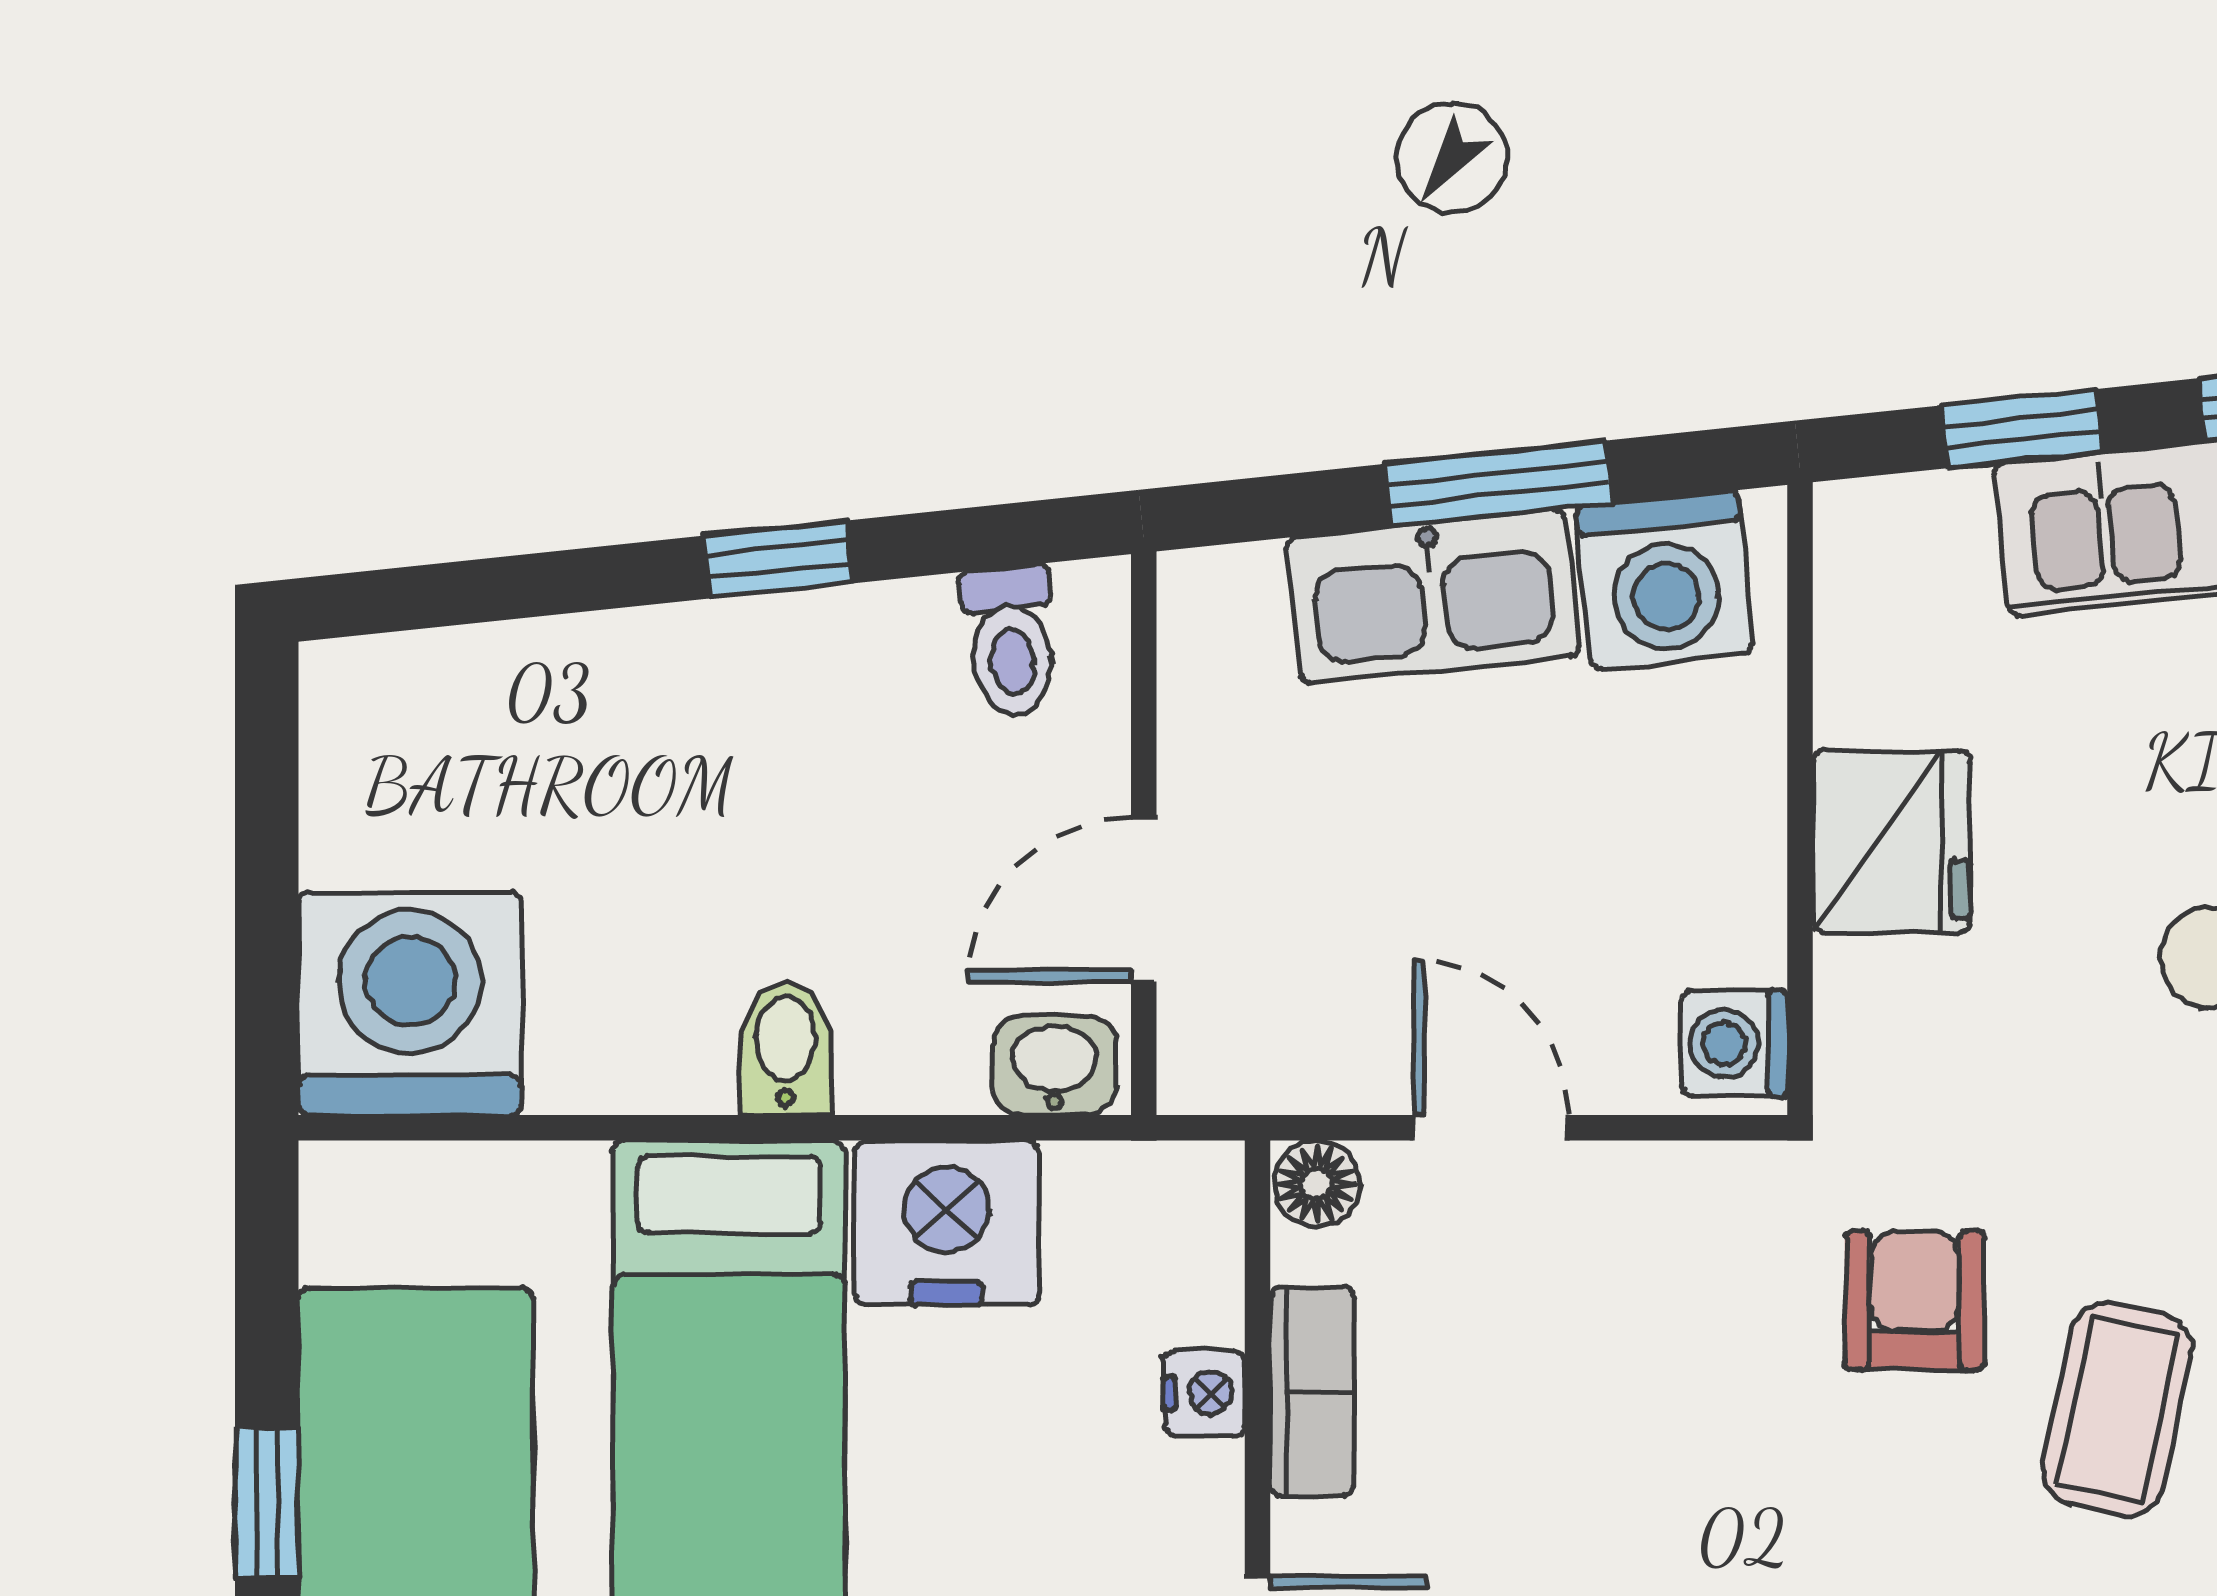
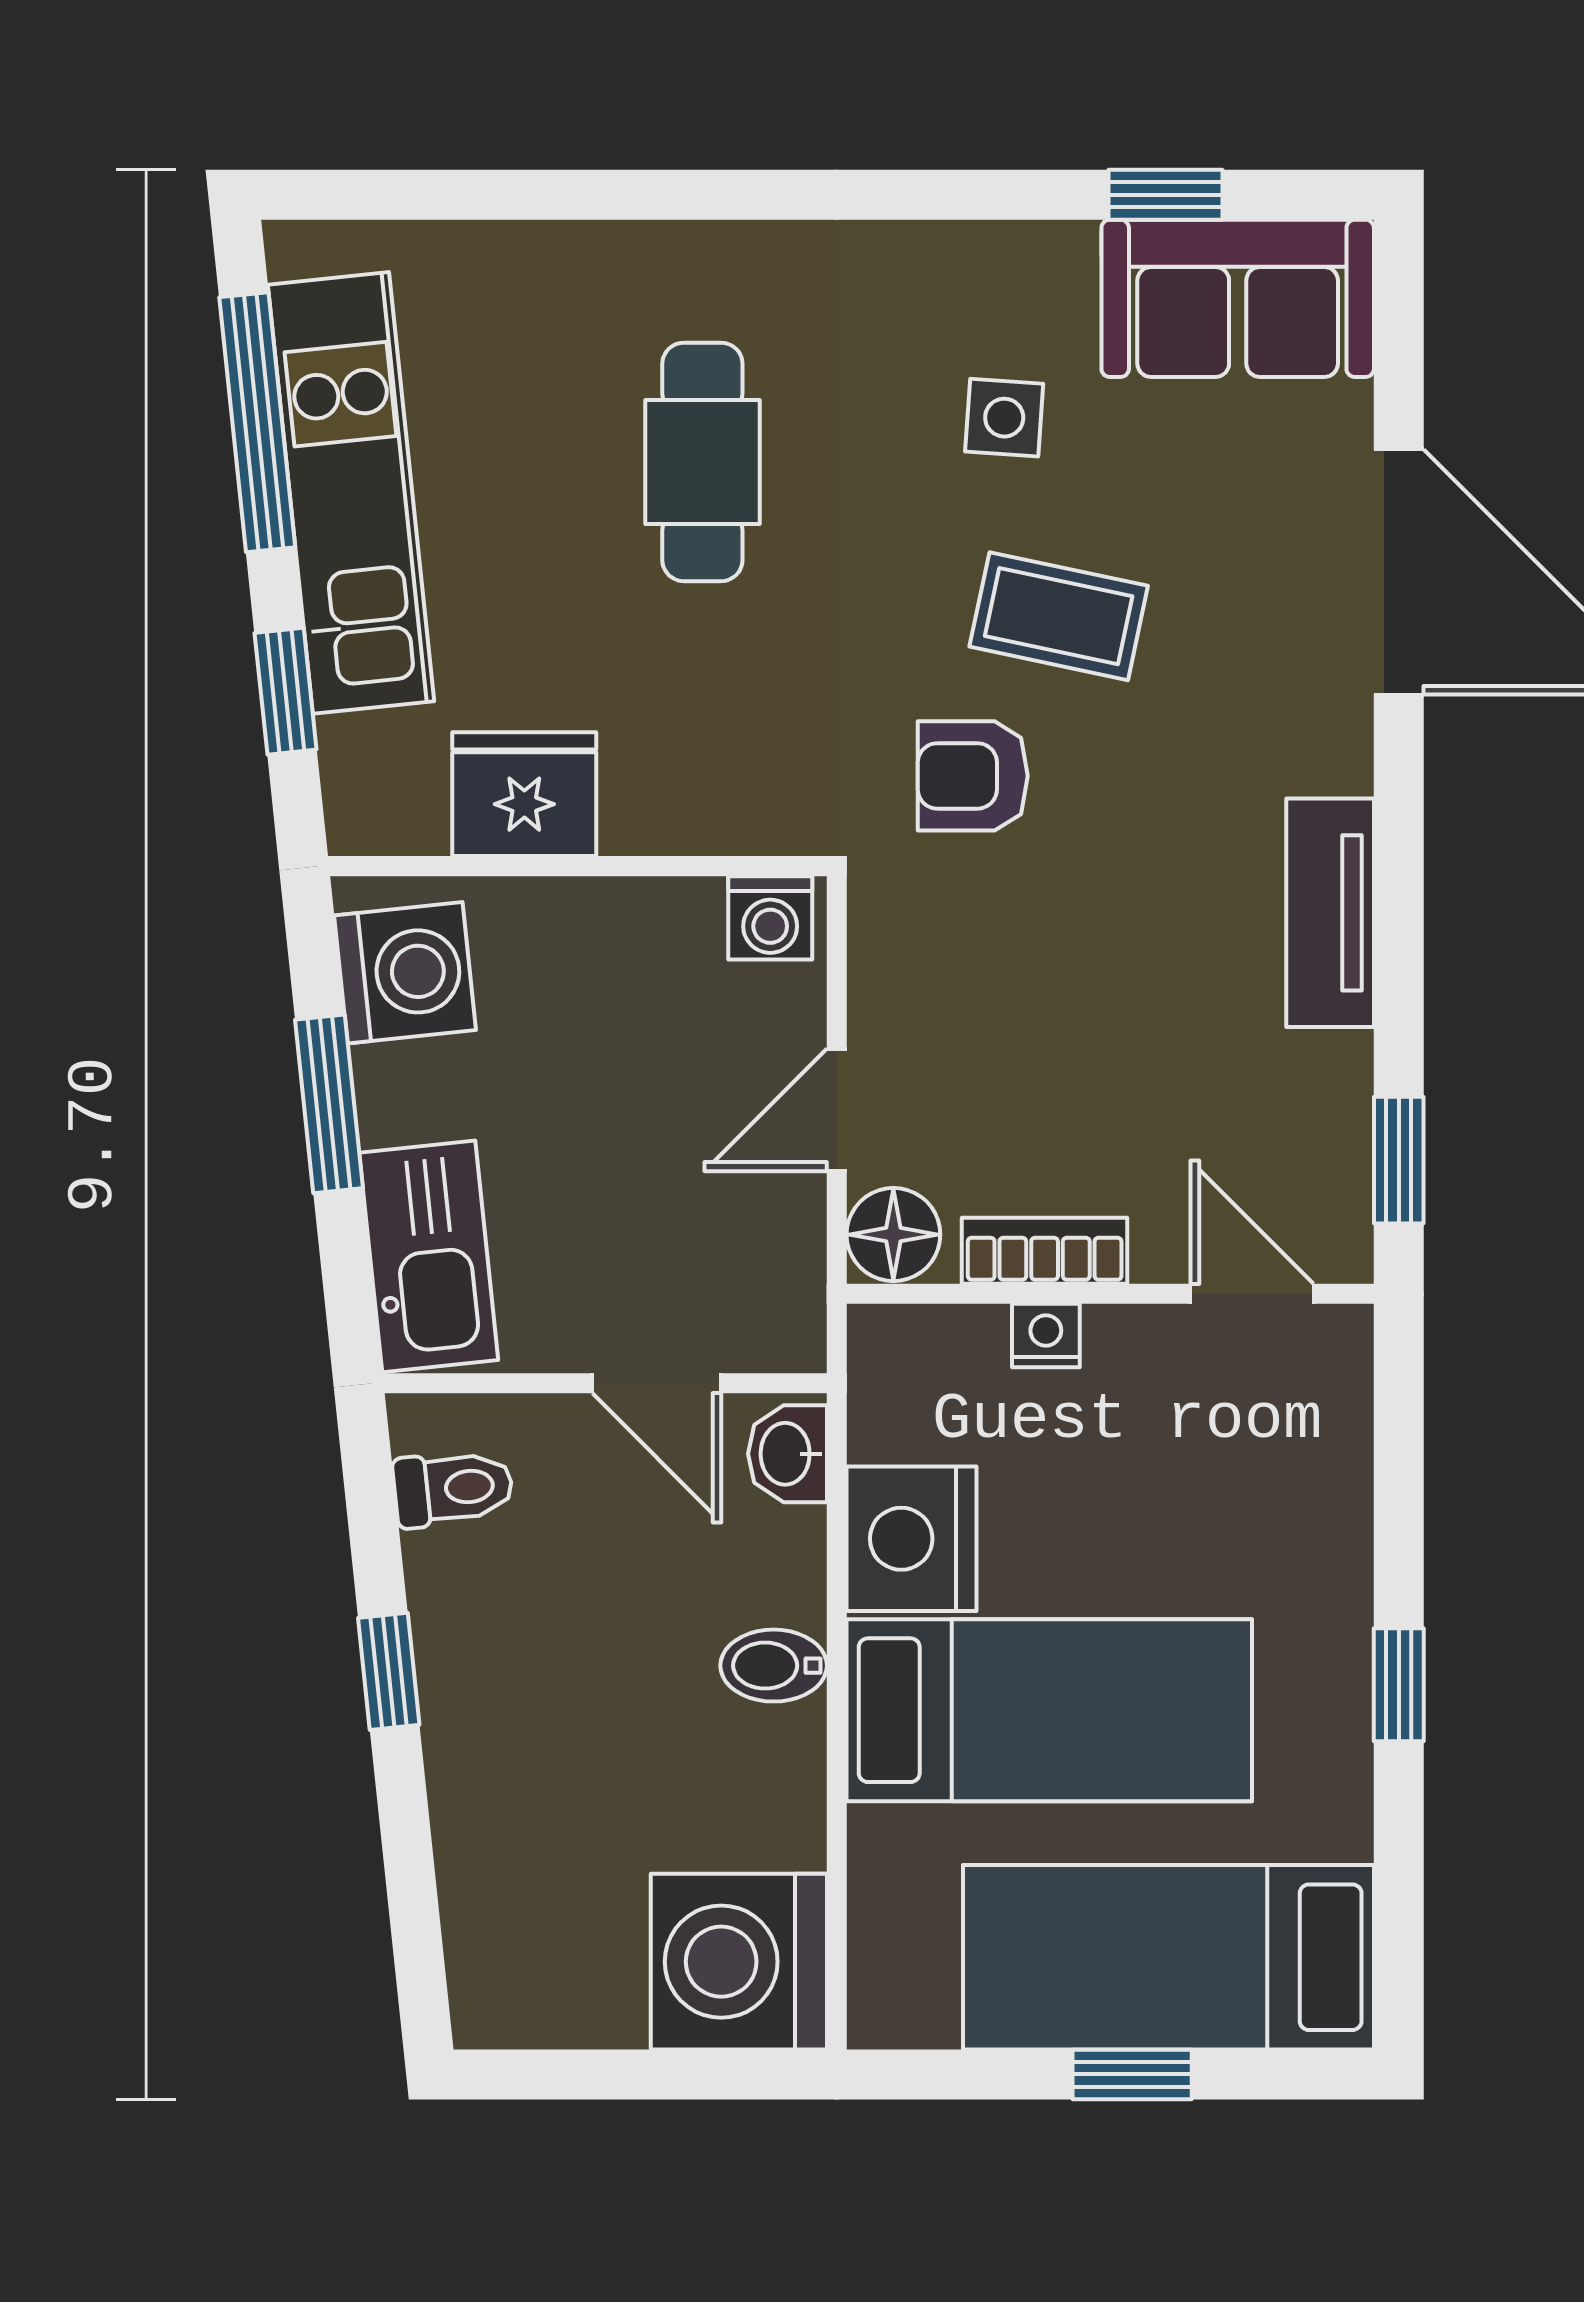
kitchen sink: (1433, 597) -> (429, 1256), moved
fridge: (1891, 842) -> (524, 794), moved
floor lamp: (1317, 1184) -> (893, 1235), width x1.37, depth x1.37

